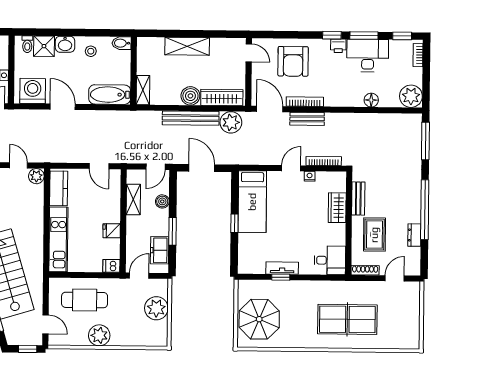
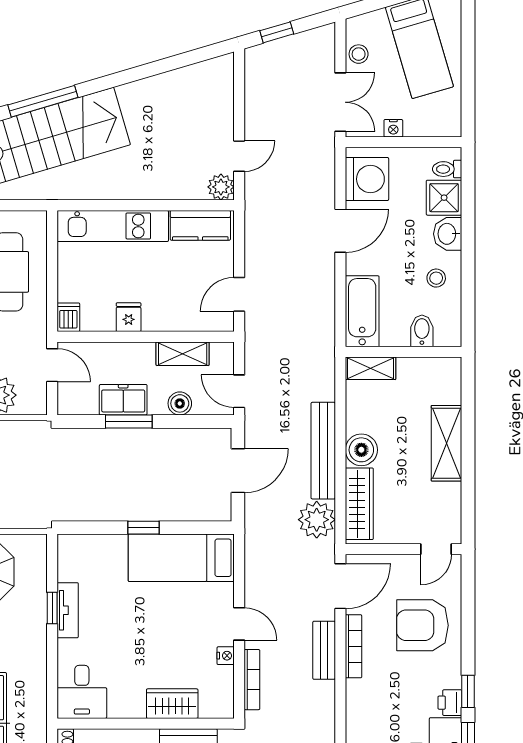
bidet: (122, 43) -> (422, 331), moved
freezer: (160, 250) -> (123, 400), moved

